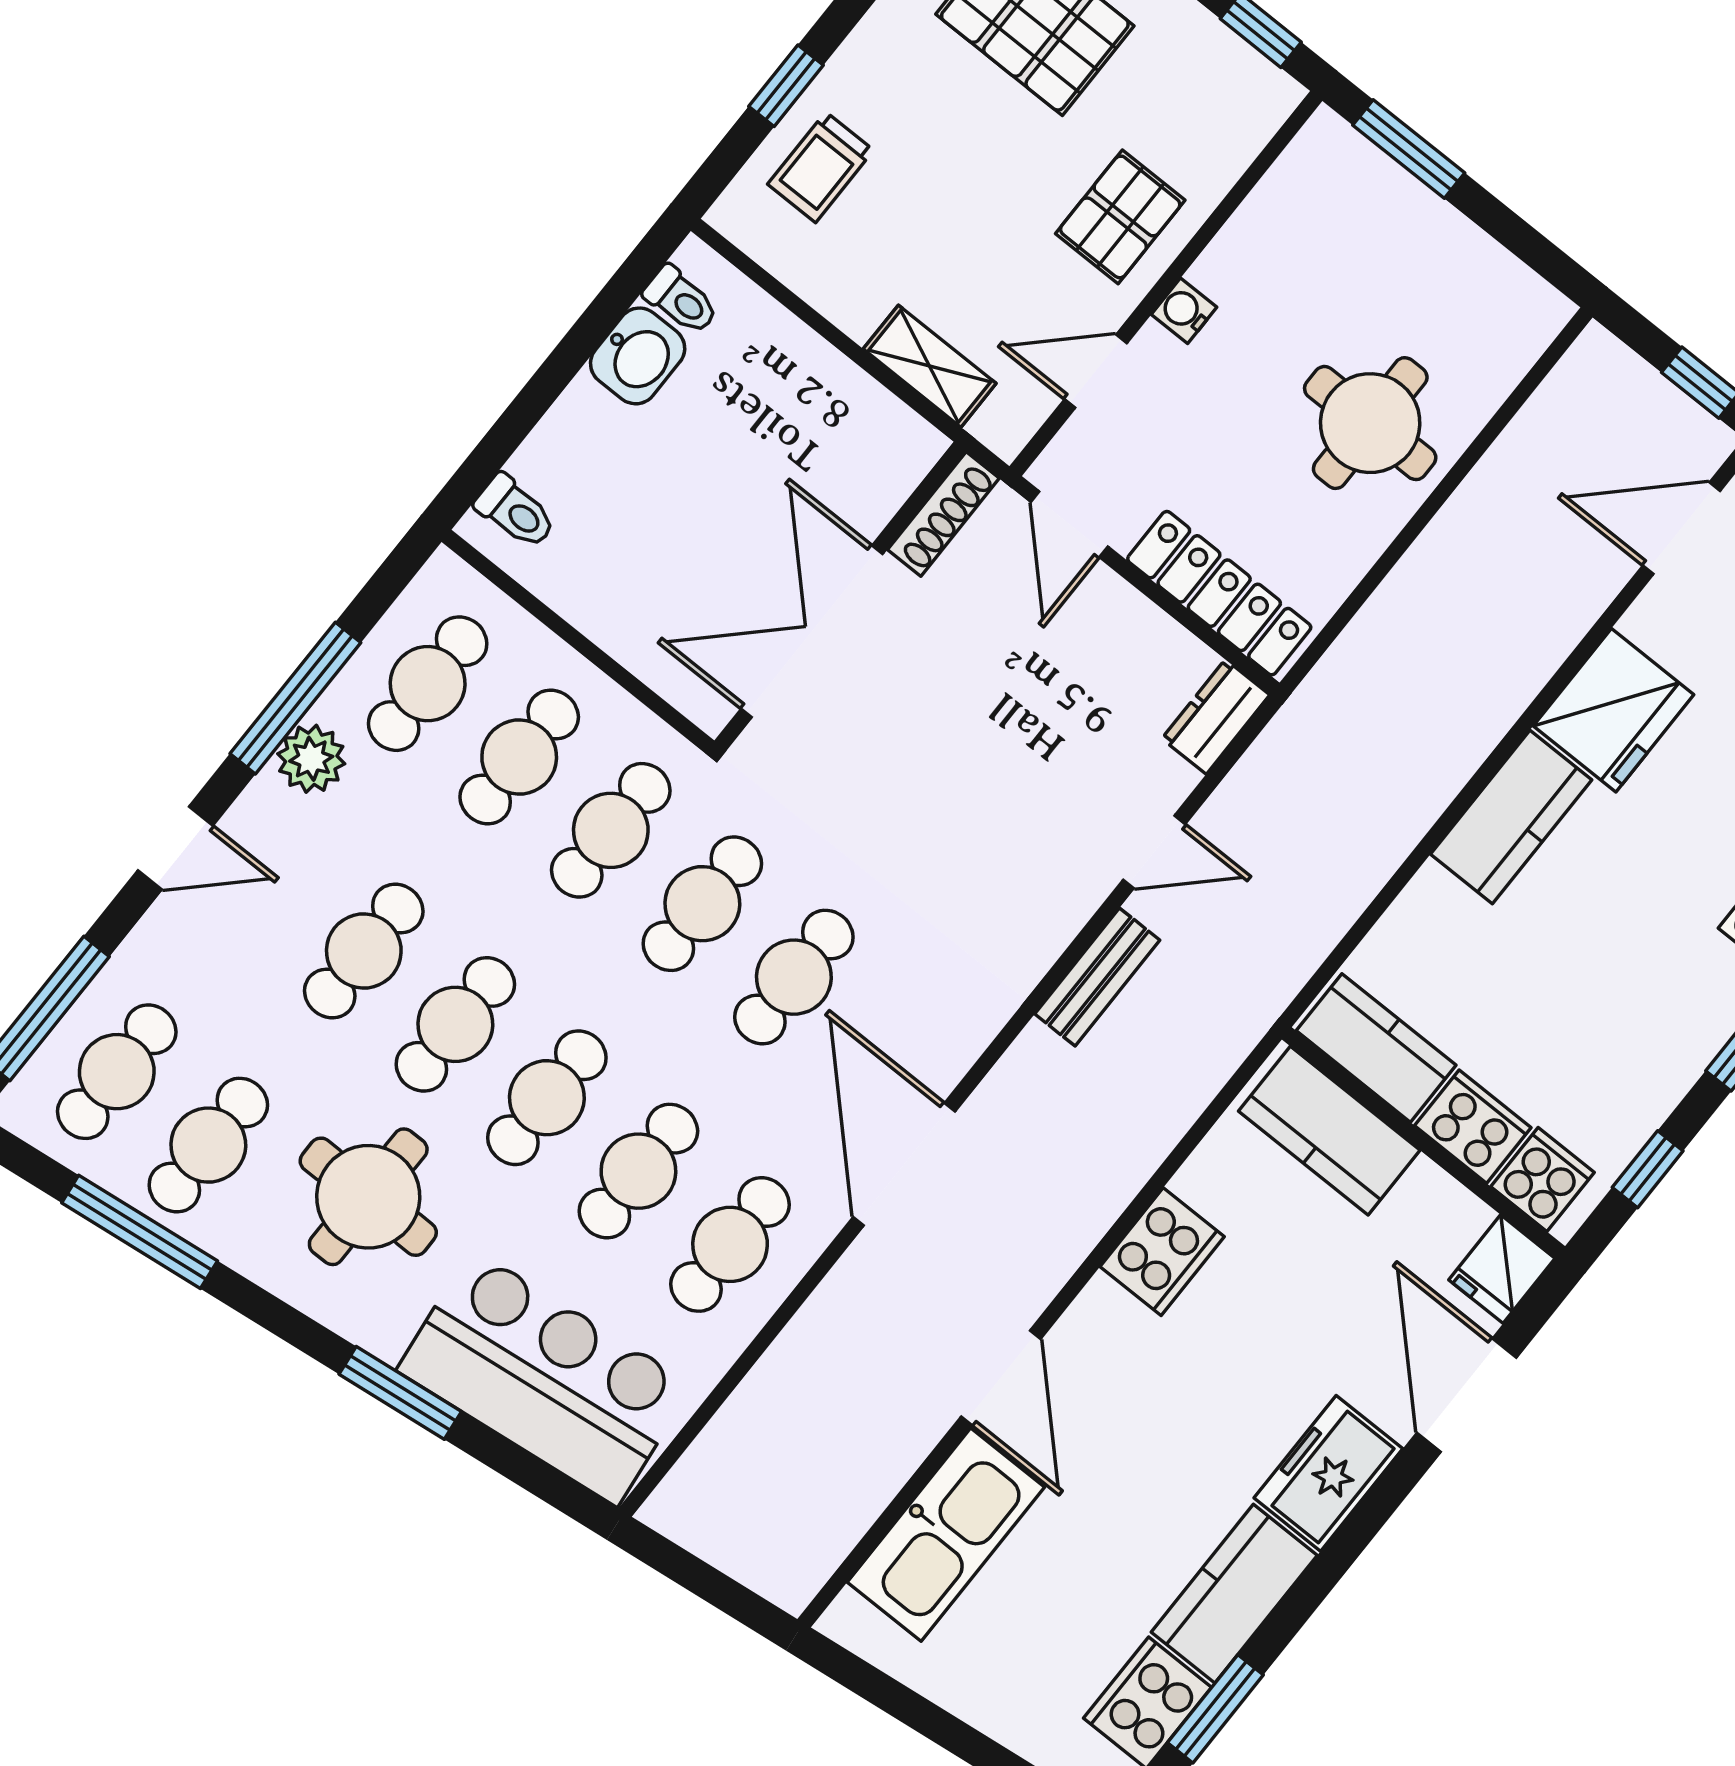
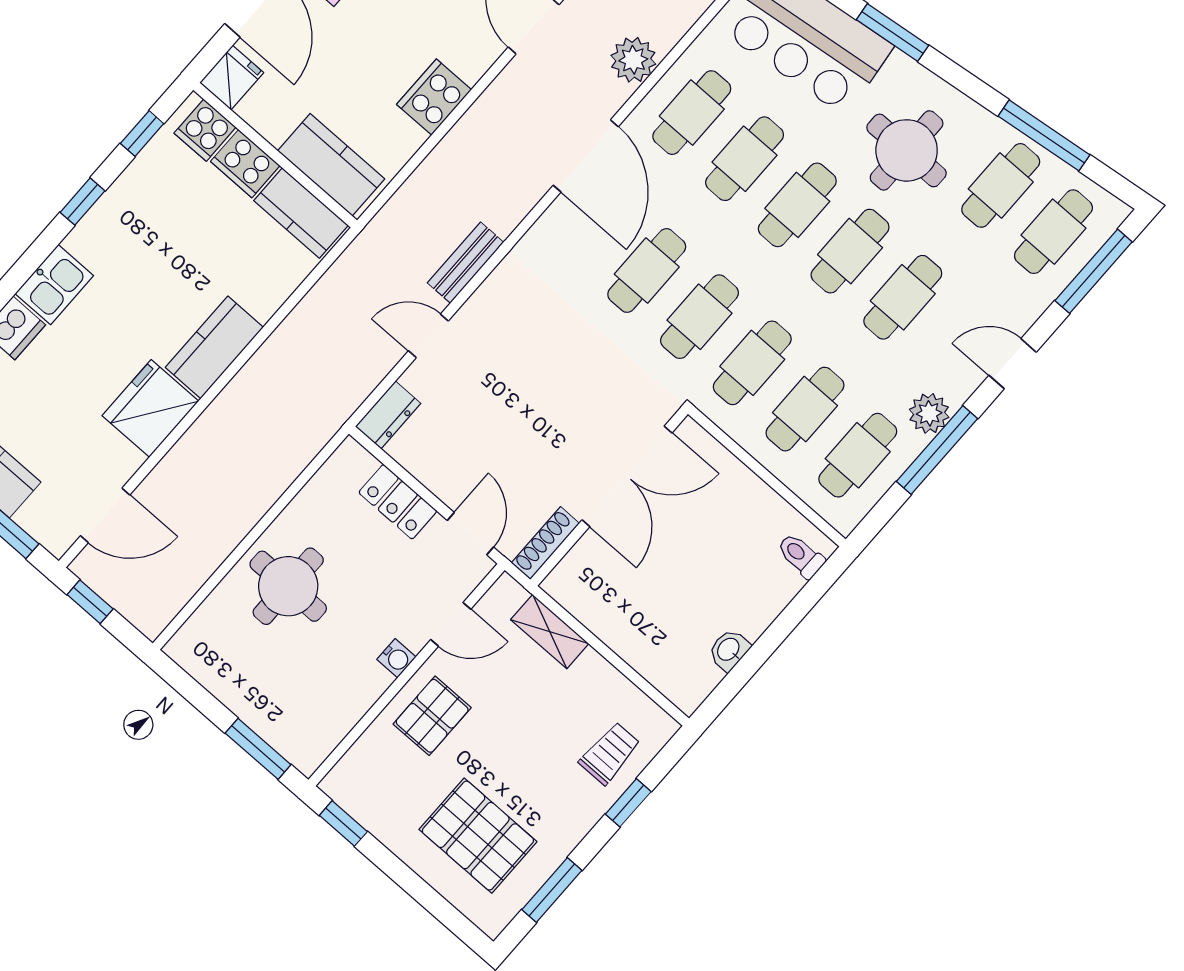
toilet: (681, 300) -> (696, 678), removed
washbasin: (638, 356) -> (729, 650), width x0.72, depth x0.69
locker: (1219, 593) -> (398, 502), width x0.66
plant: (832, 1328) -> (633, 60), added

